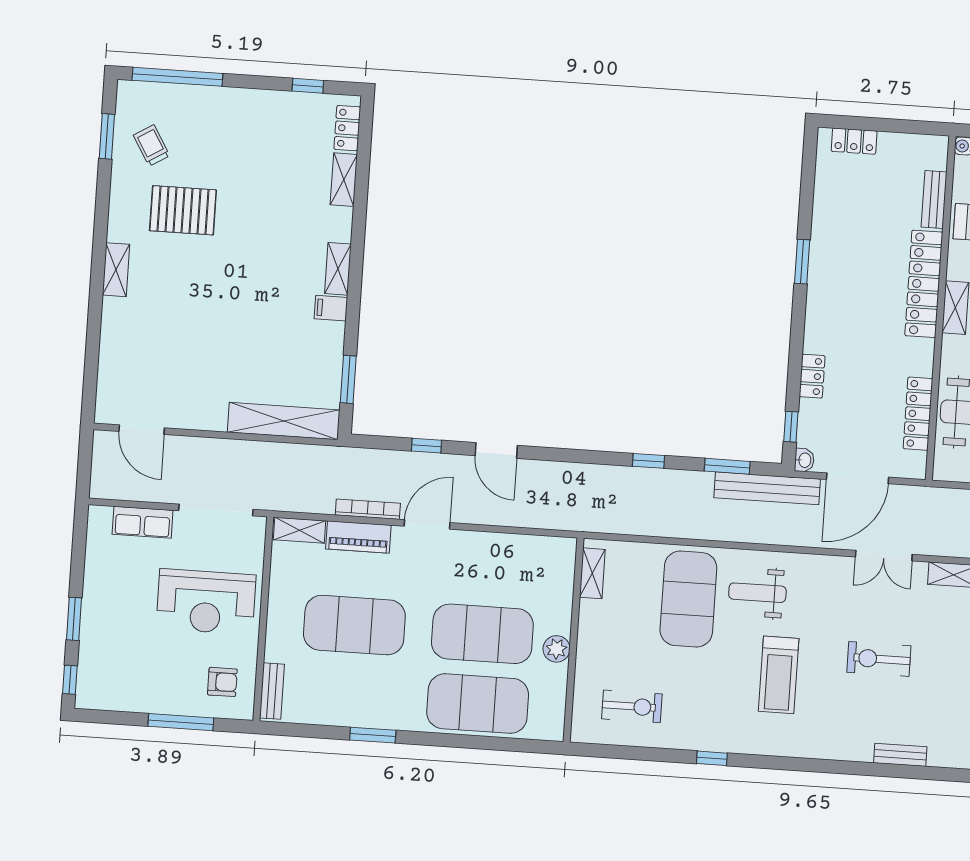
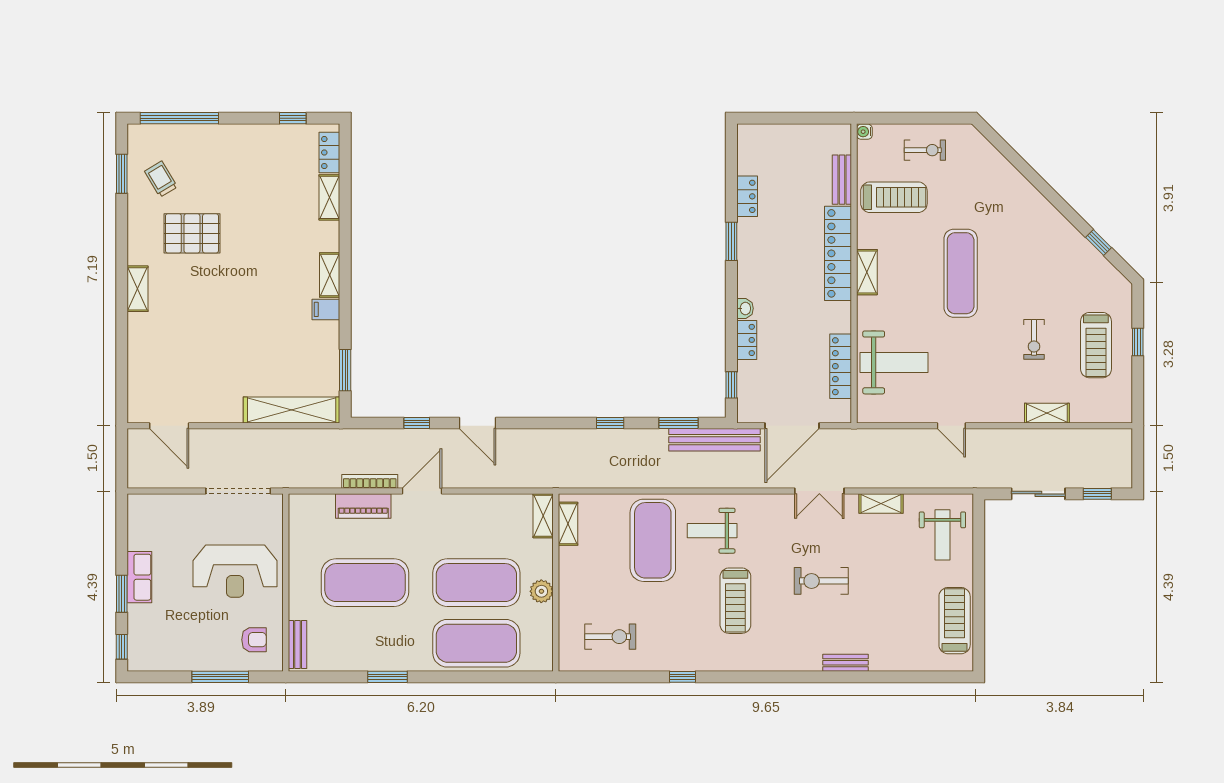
locker: (854, 141) -> (747, 196), moved, turned -90
washbasin: (804, 460) -> (745, 308), moved
row of seats: (143, 522) -> (139, 577), moved, turned -90
shelving: (299, 530) -> (543, 516), moved, turned 90

